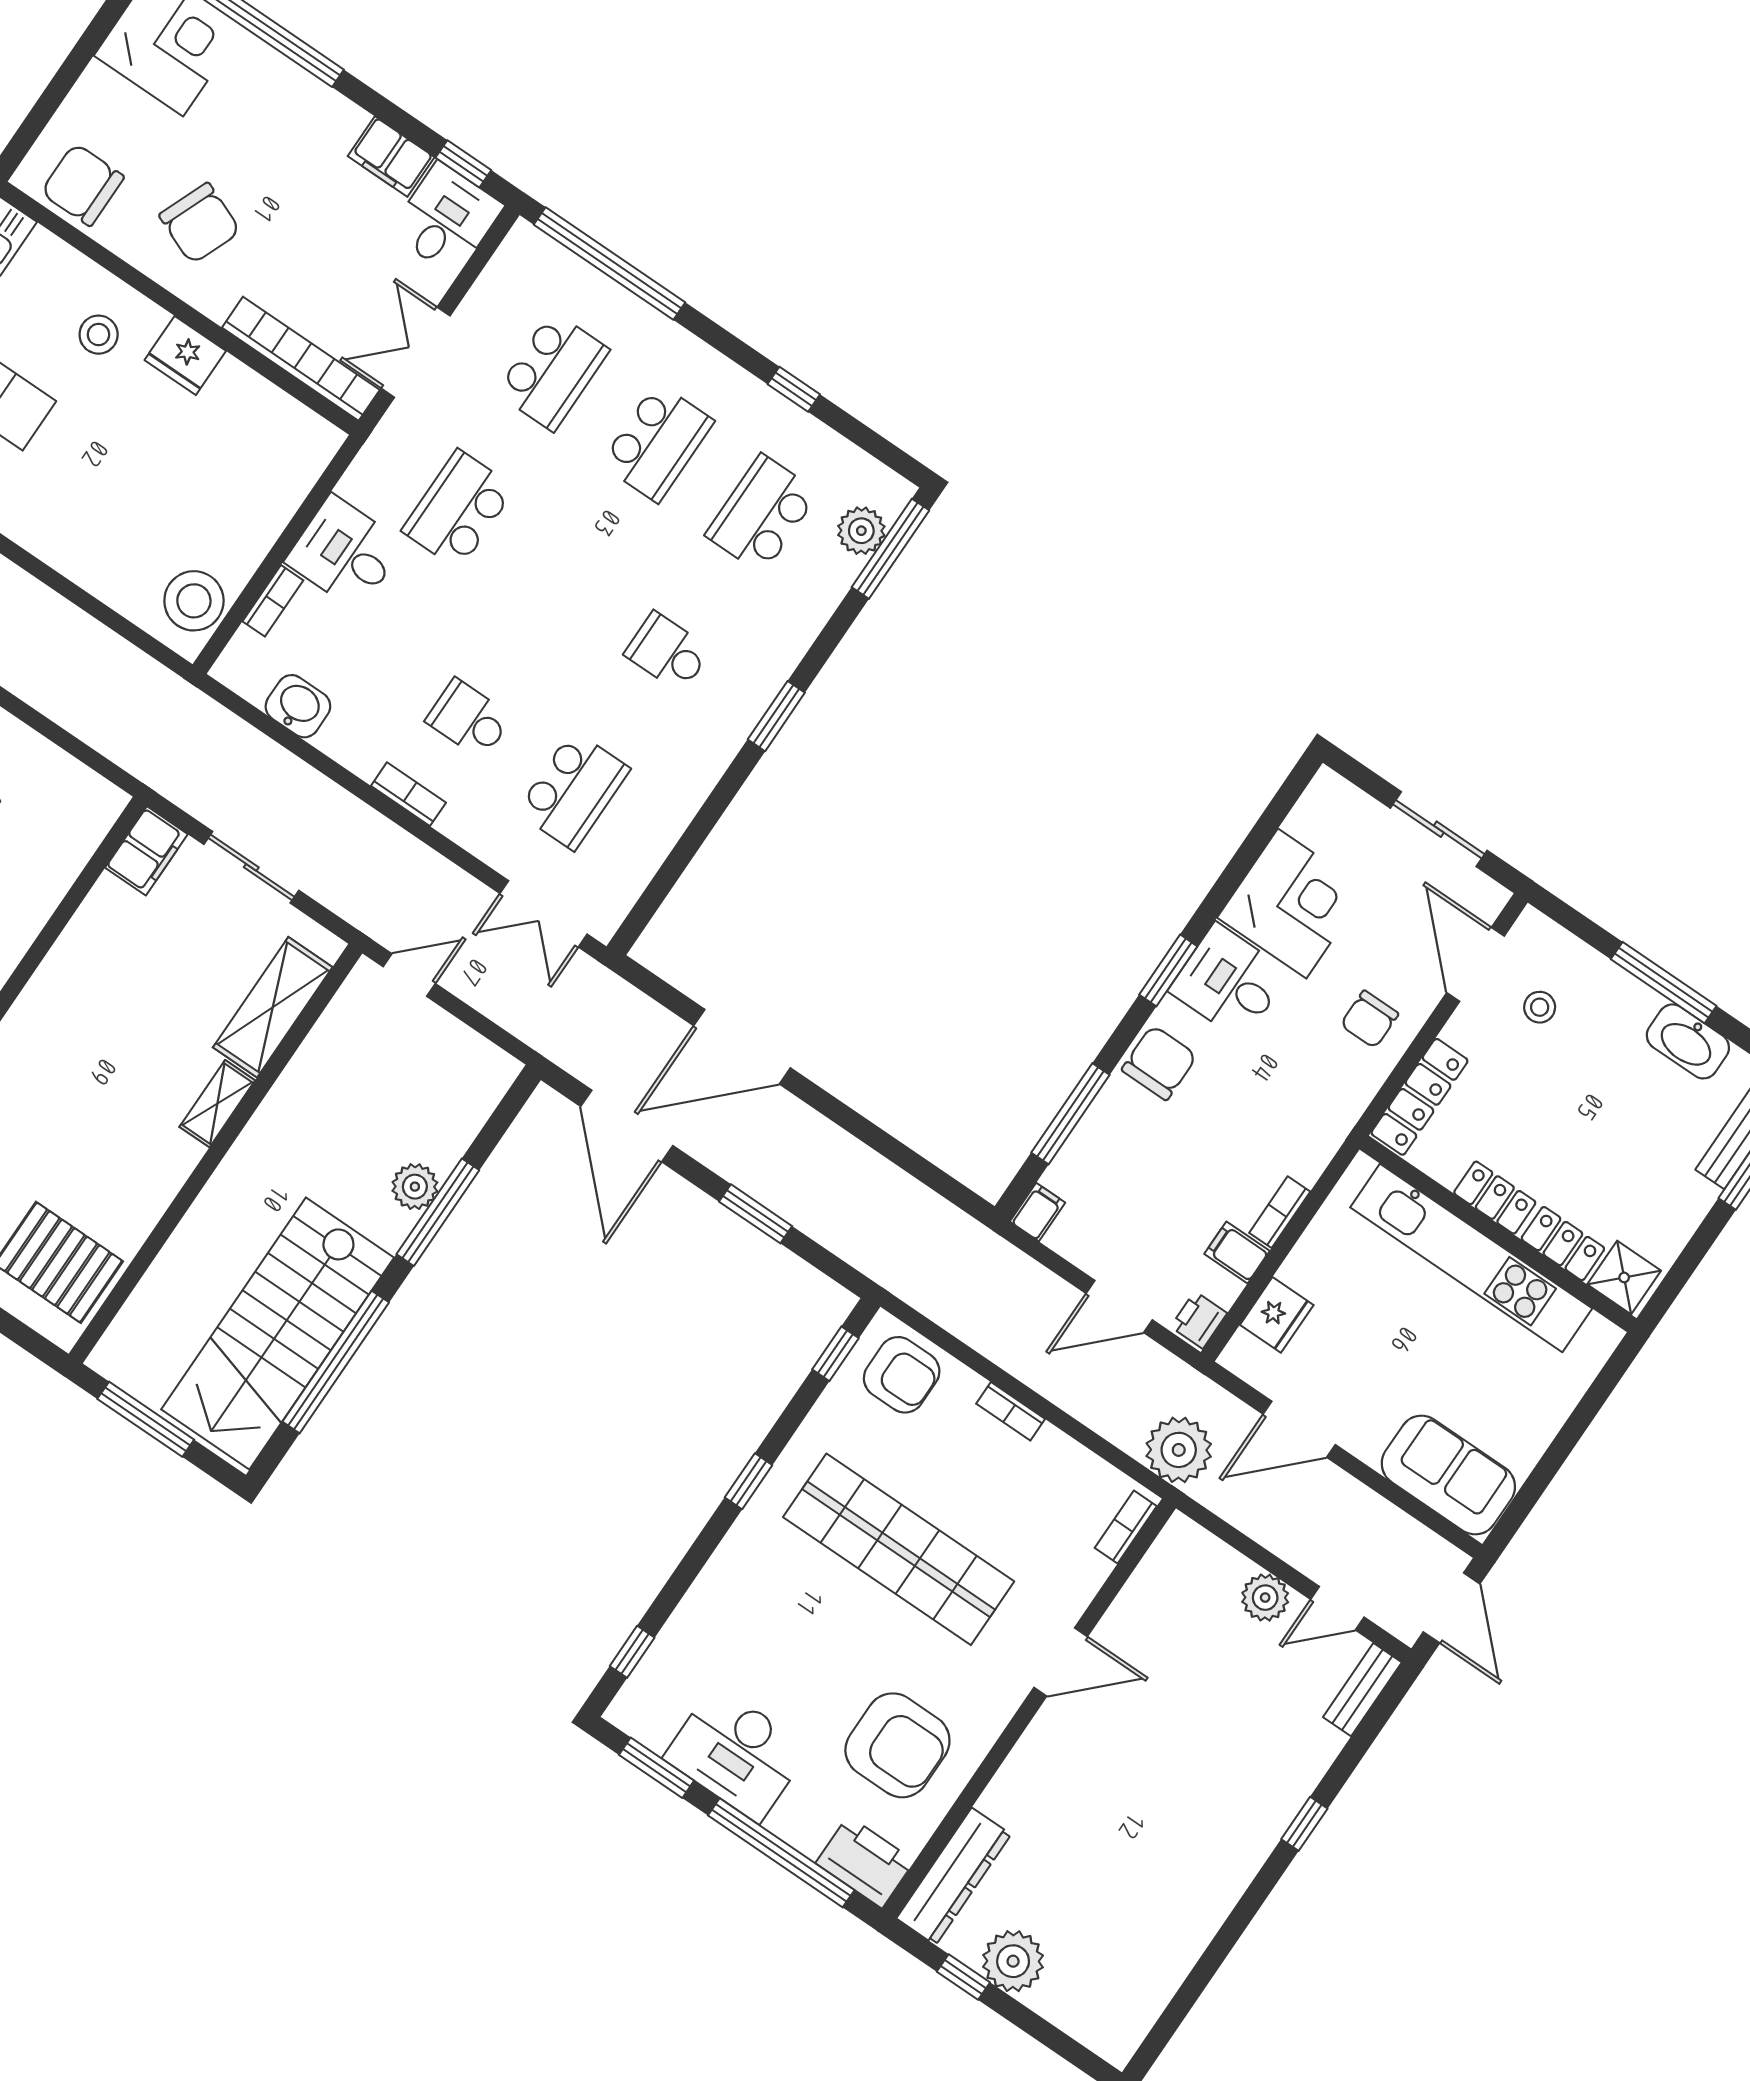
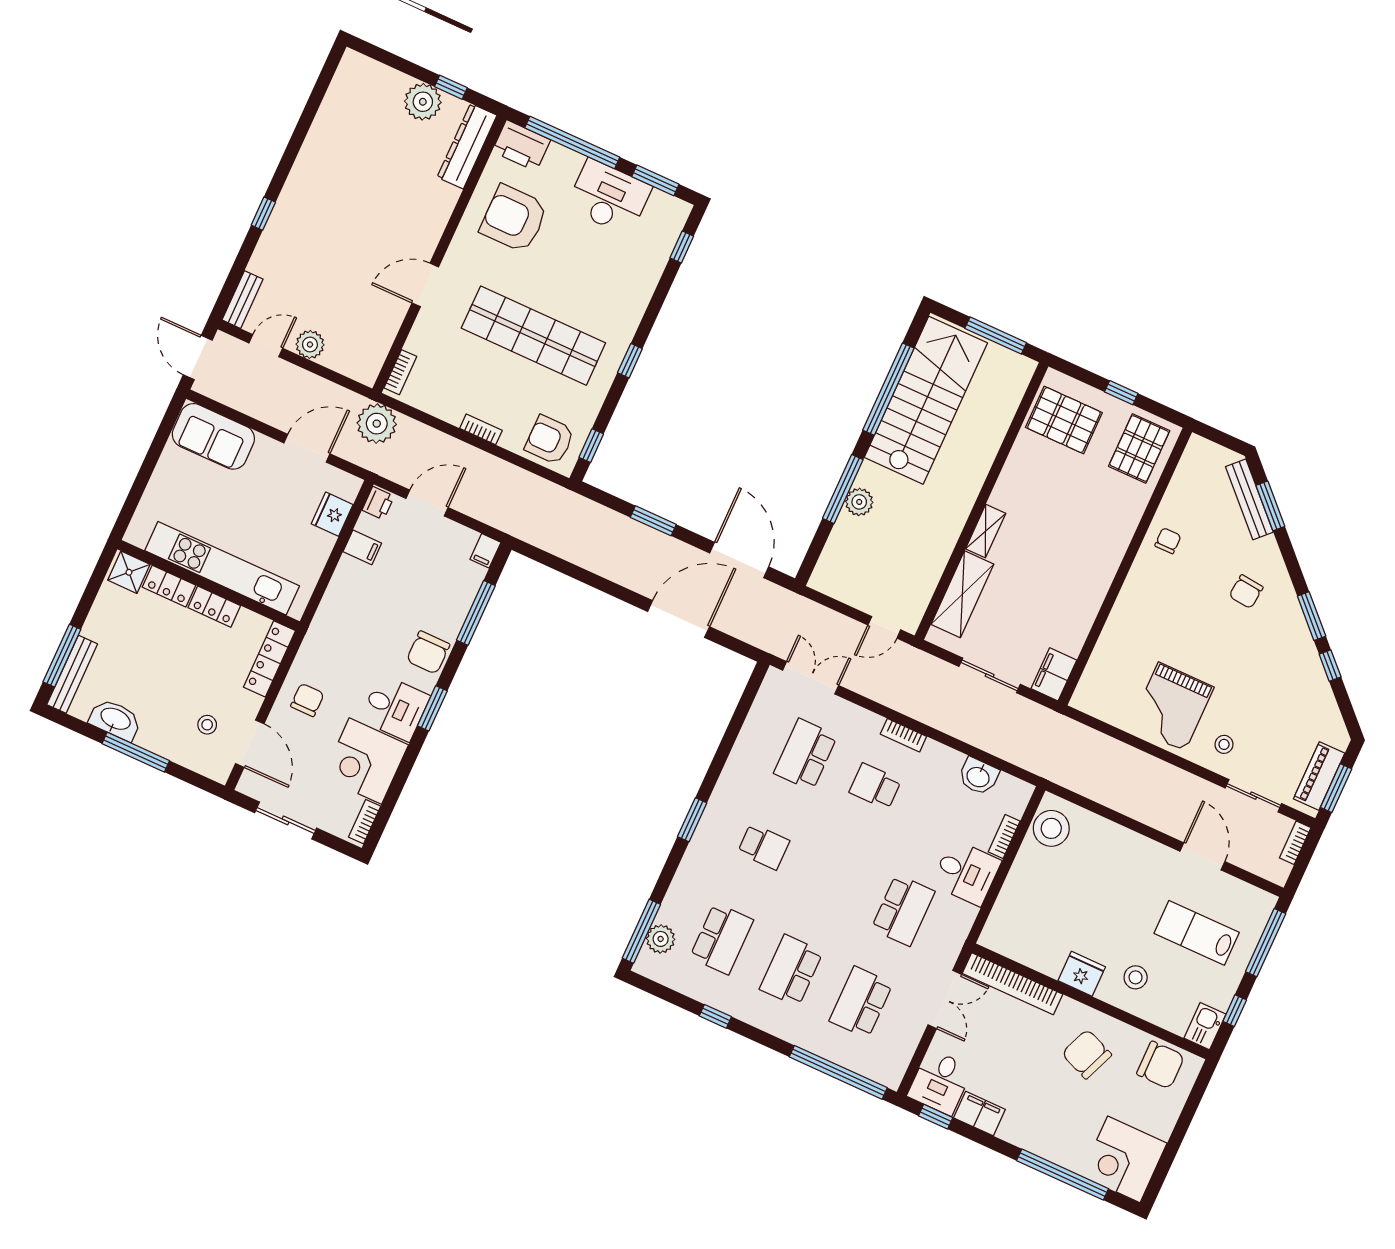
school desk: (469, 719) -> (875, 786), turned 180
bookcase: (1280, 1212) -> (365, 822), moved, turned 180

